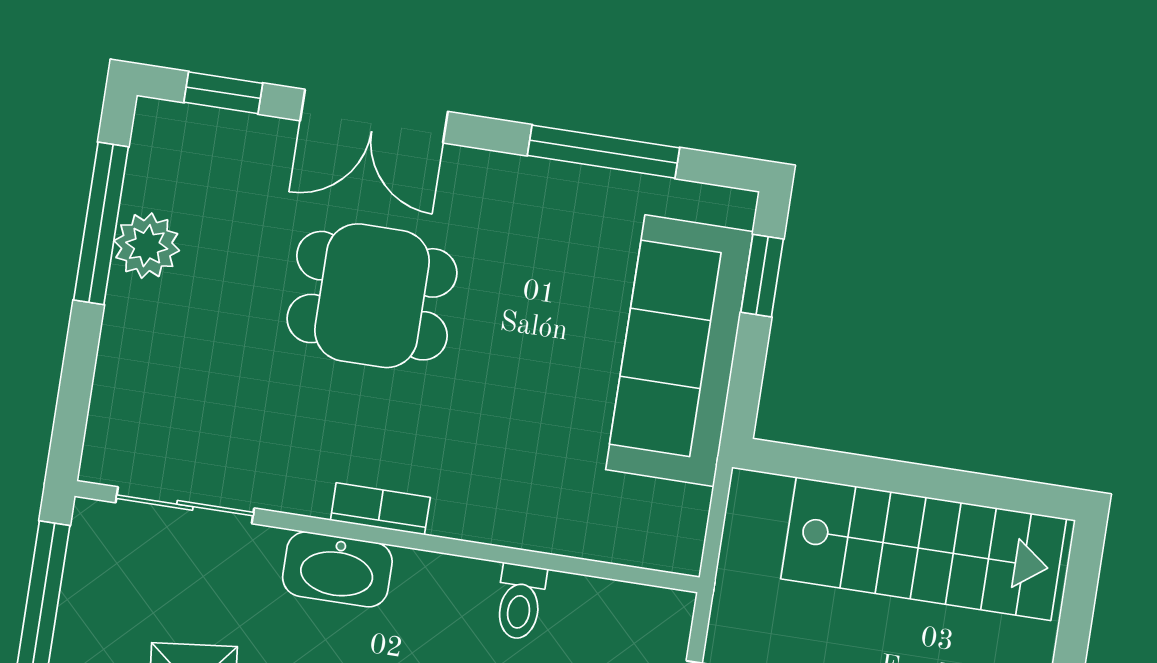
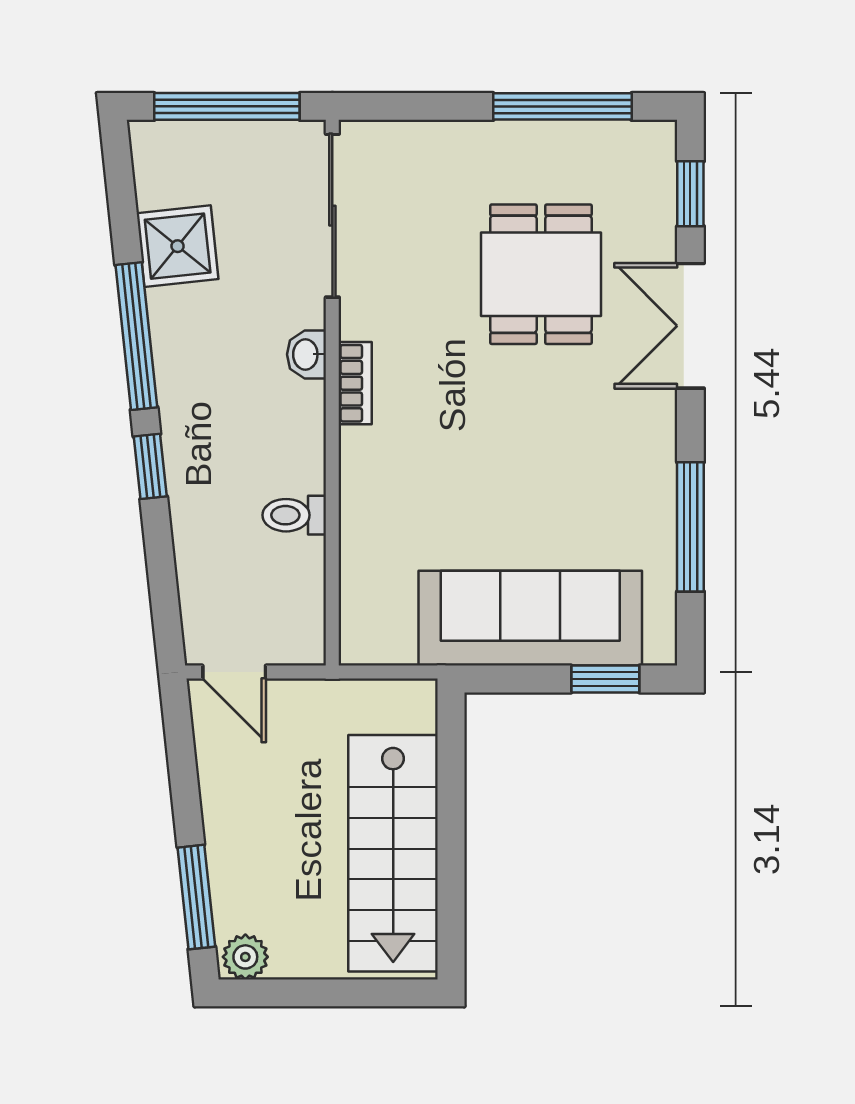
plant: (147, 246) -> (550, 149), removed
dining table: (372, 296) -> (541, 274), moved
sliding door: (185, 505) -> (332, 216), width x1.37
washbasin: (337, 569) -> (307, 354), width x0.52, depth x0.69

